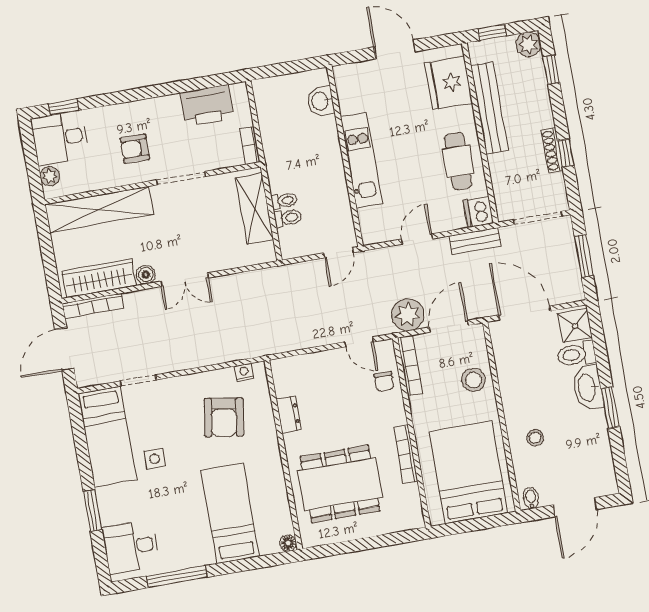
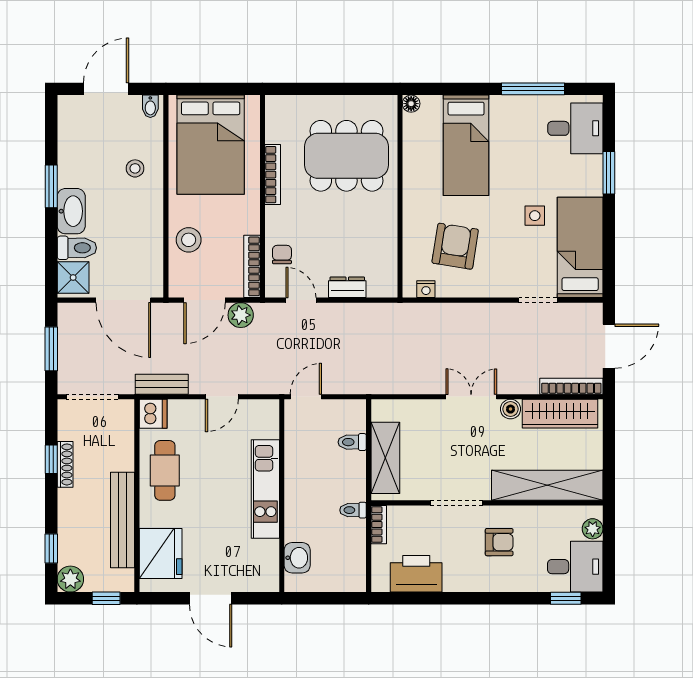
toilet: (284, 201) -> (353, 510), moved
plant: (408, 315) -> (241, 315), width x0.73, depth x0.73
dresser: (289, 415) -> (347, 287), moved, turned 90

